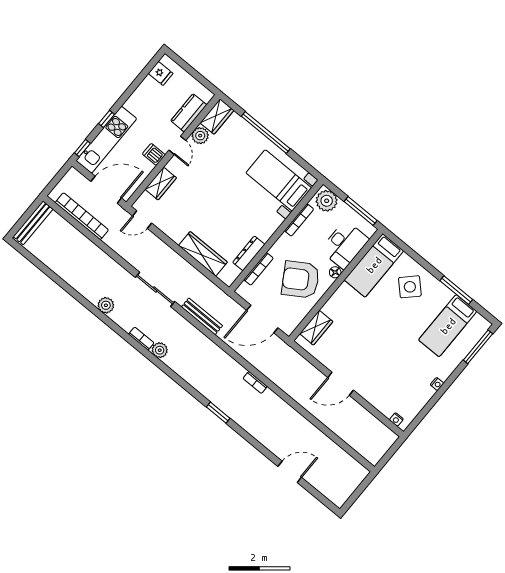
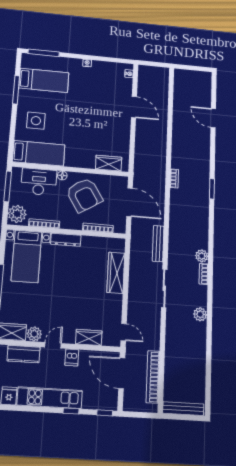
kitchen unit: (106, 140) -> (50, 398), moved
dresser: (249, 253) -> (66, 240), moved
side table: (410, 287) -> (36, 121), turned 45
door: (341, 384) -> (134, 107), moved

